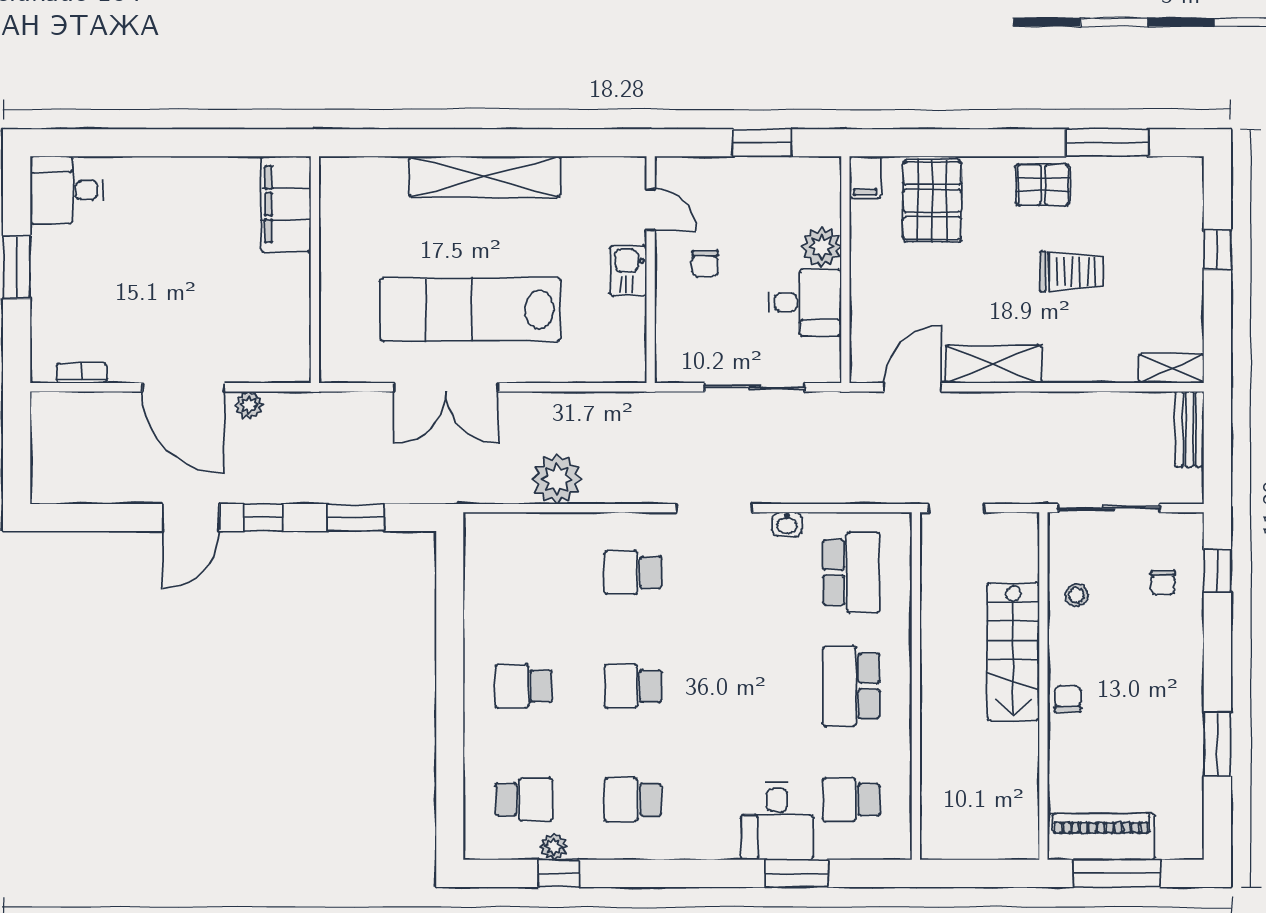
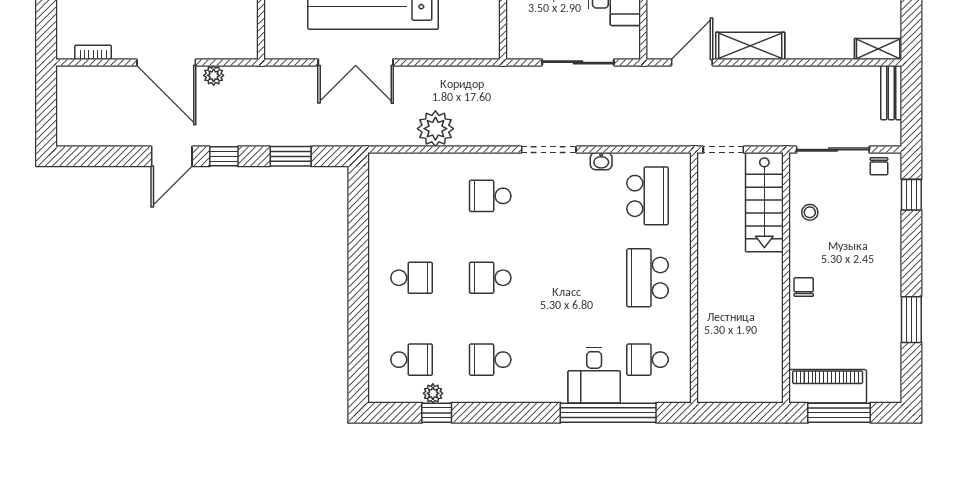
chair: (1163, 583) -> (879, 166), moved
stairs: (1013, 652) -> (764, 202), moved
school desk: (524, 686) -> (412, 278), turned 180
window: (797, 873) -> (608, 413), width x2.11

